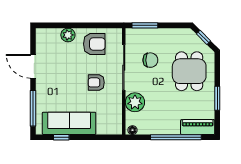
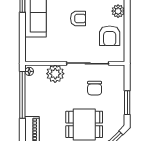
window: (145, 25) -> (127, 103), moved
armchair: (96, 82) -> (78, 18), moved, turned 90
window: (176, 137) -> (22, 95), moved

